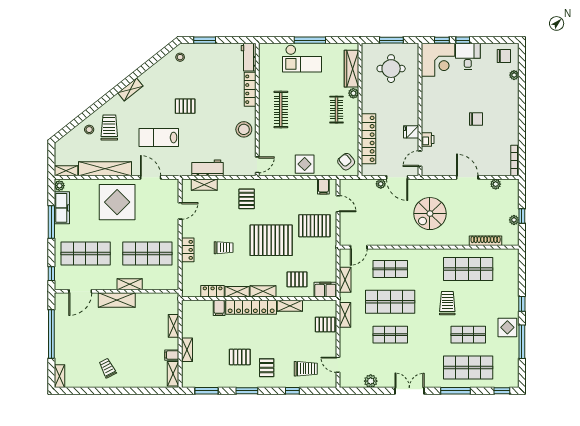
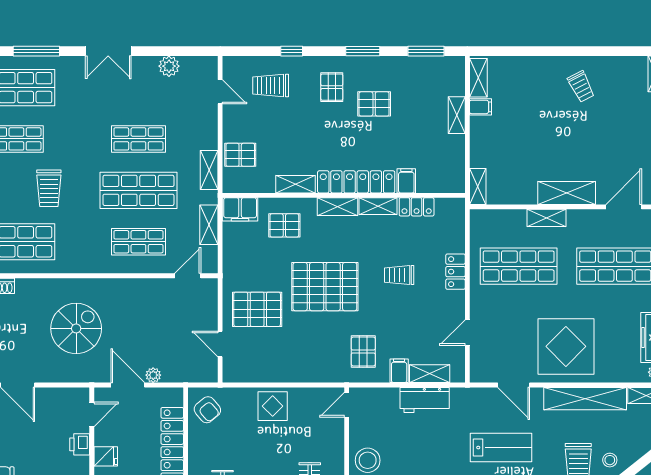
filing cabinet: (323, 187) -> (399, 371), moved
shelving: (173, 326) -> (478, 186), moved

